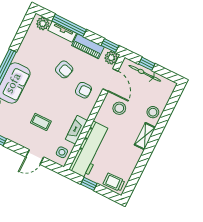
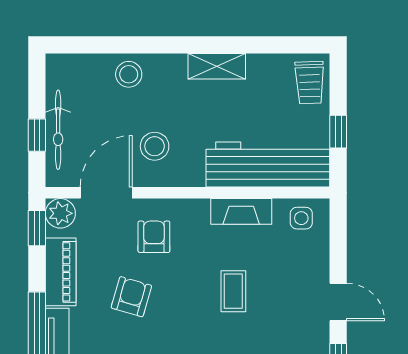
coffee table: (41, 122) -> (233, 291), moved
shelving: (145, 136) -> (217, 66), moved
door: (35, 157) -> (338, 302), moved

